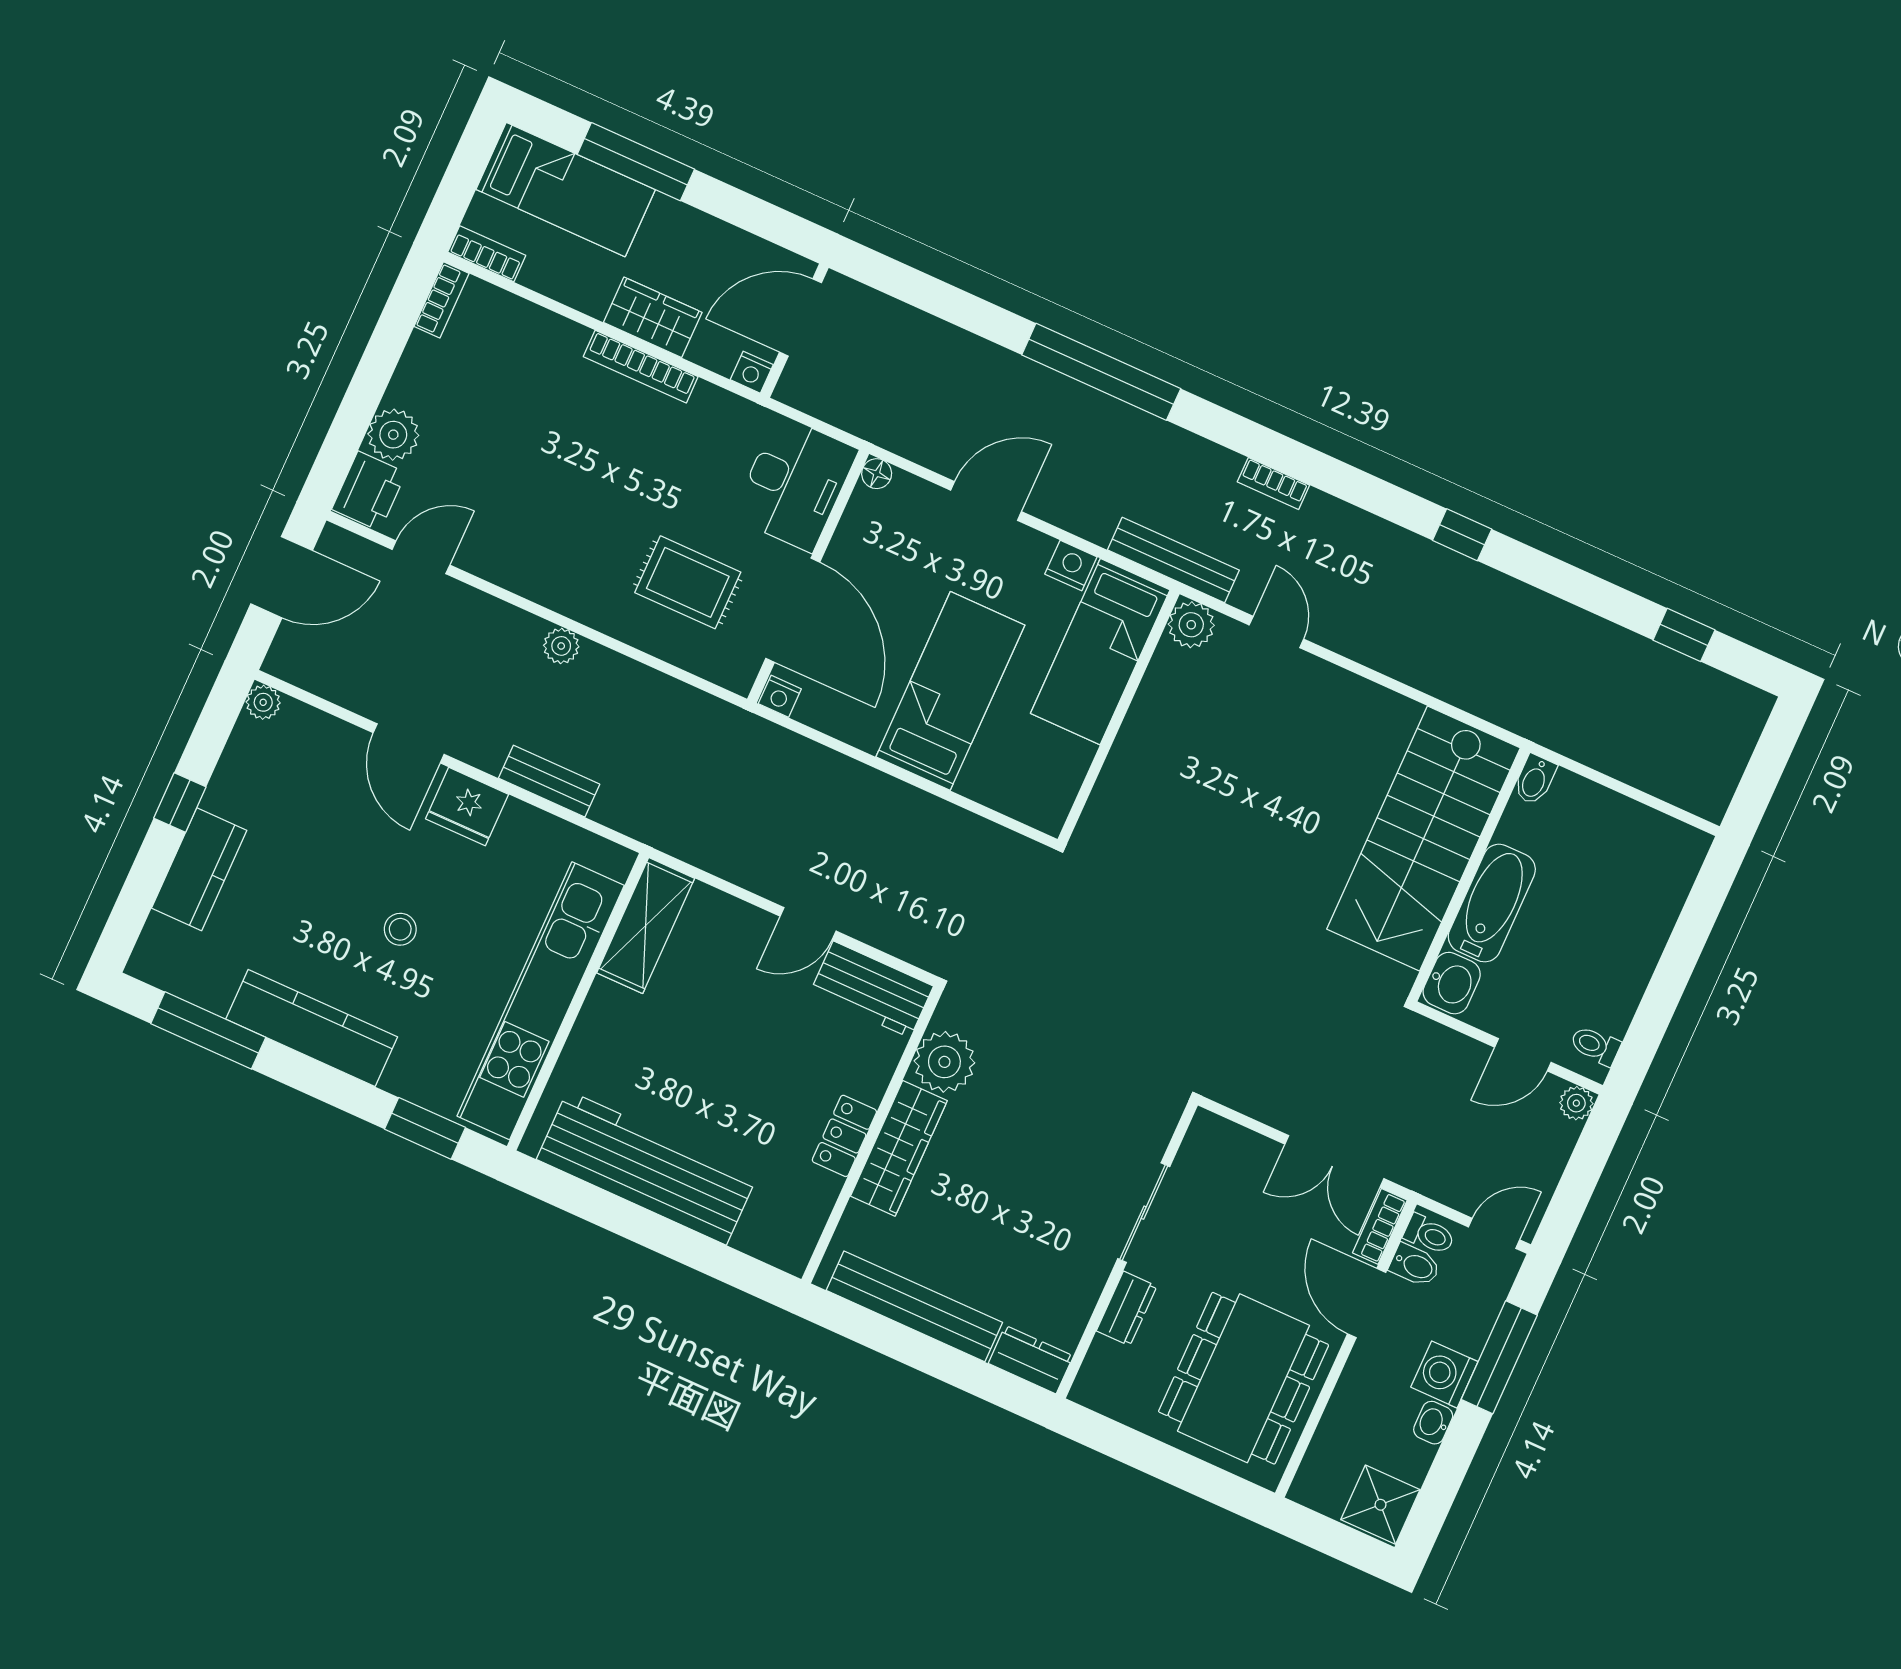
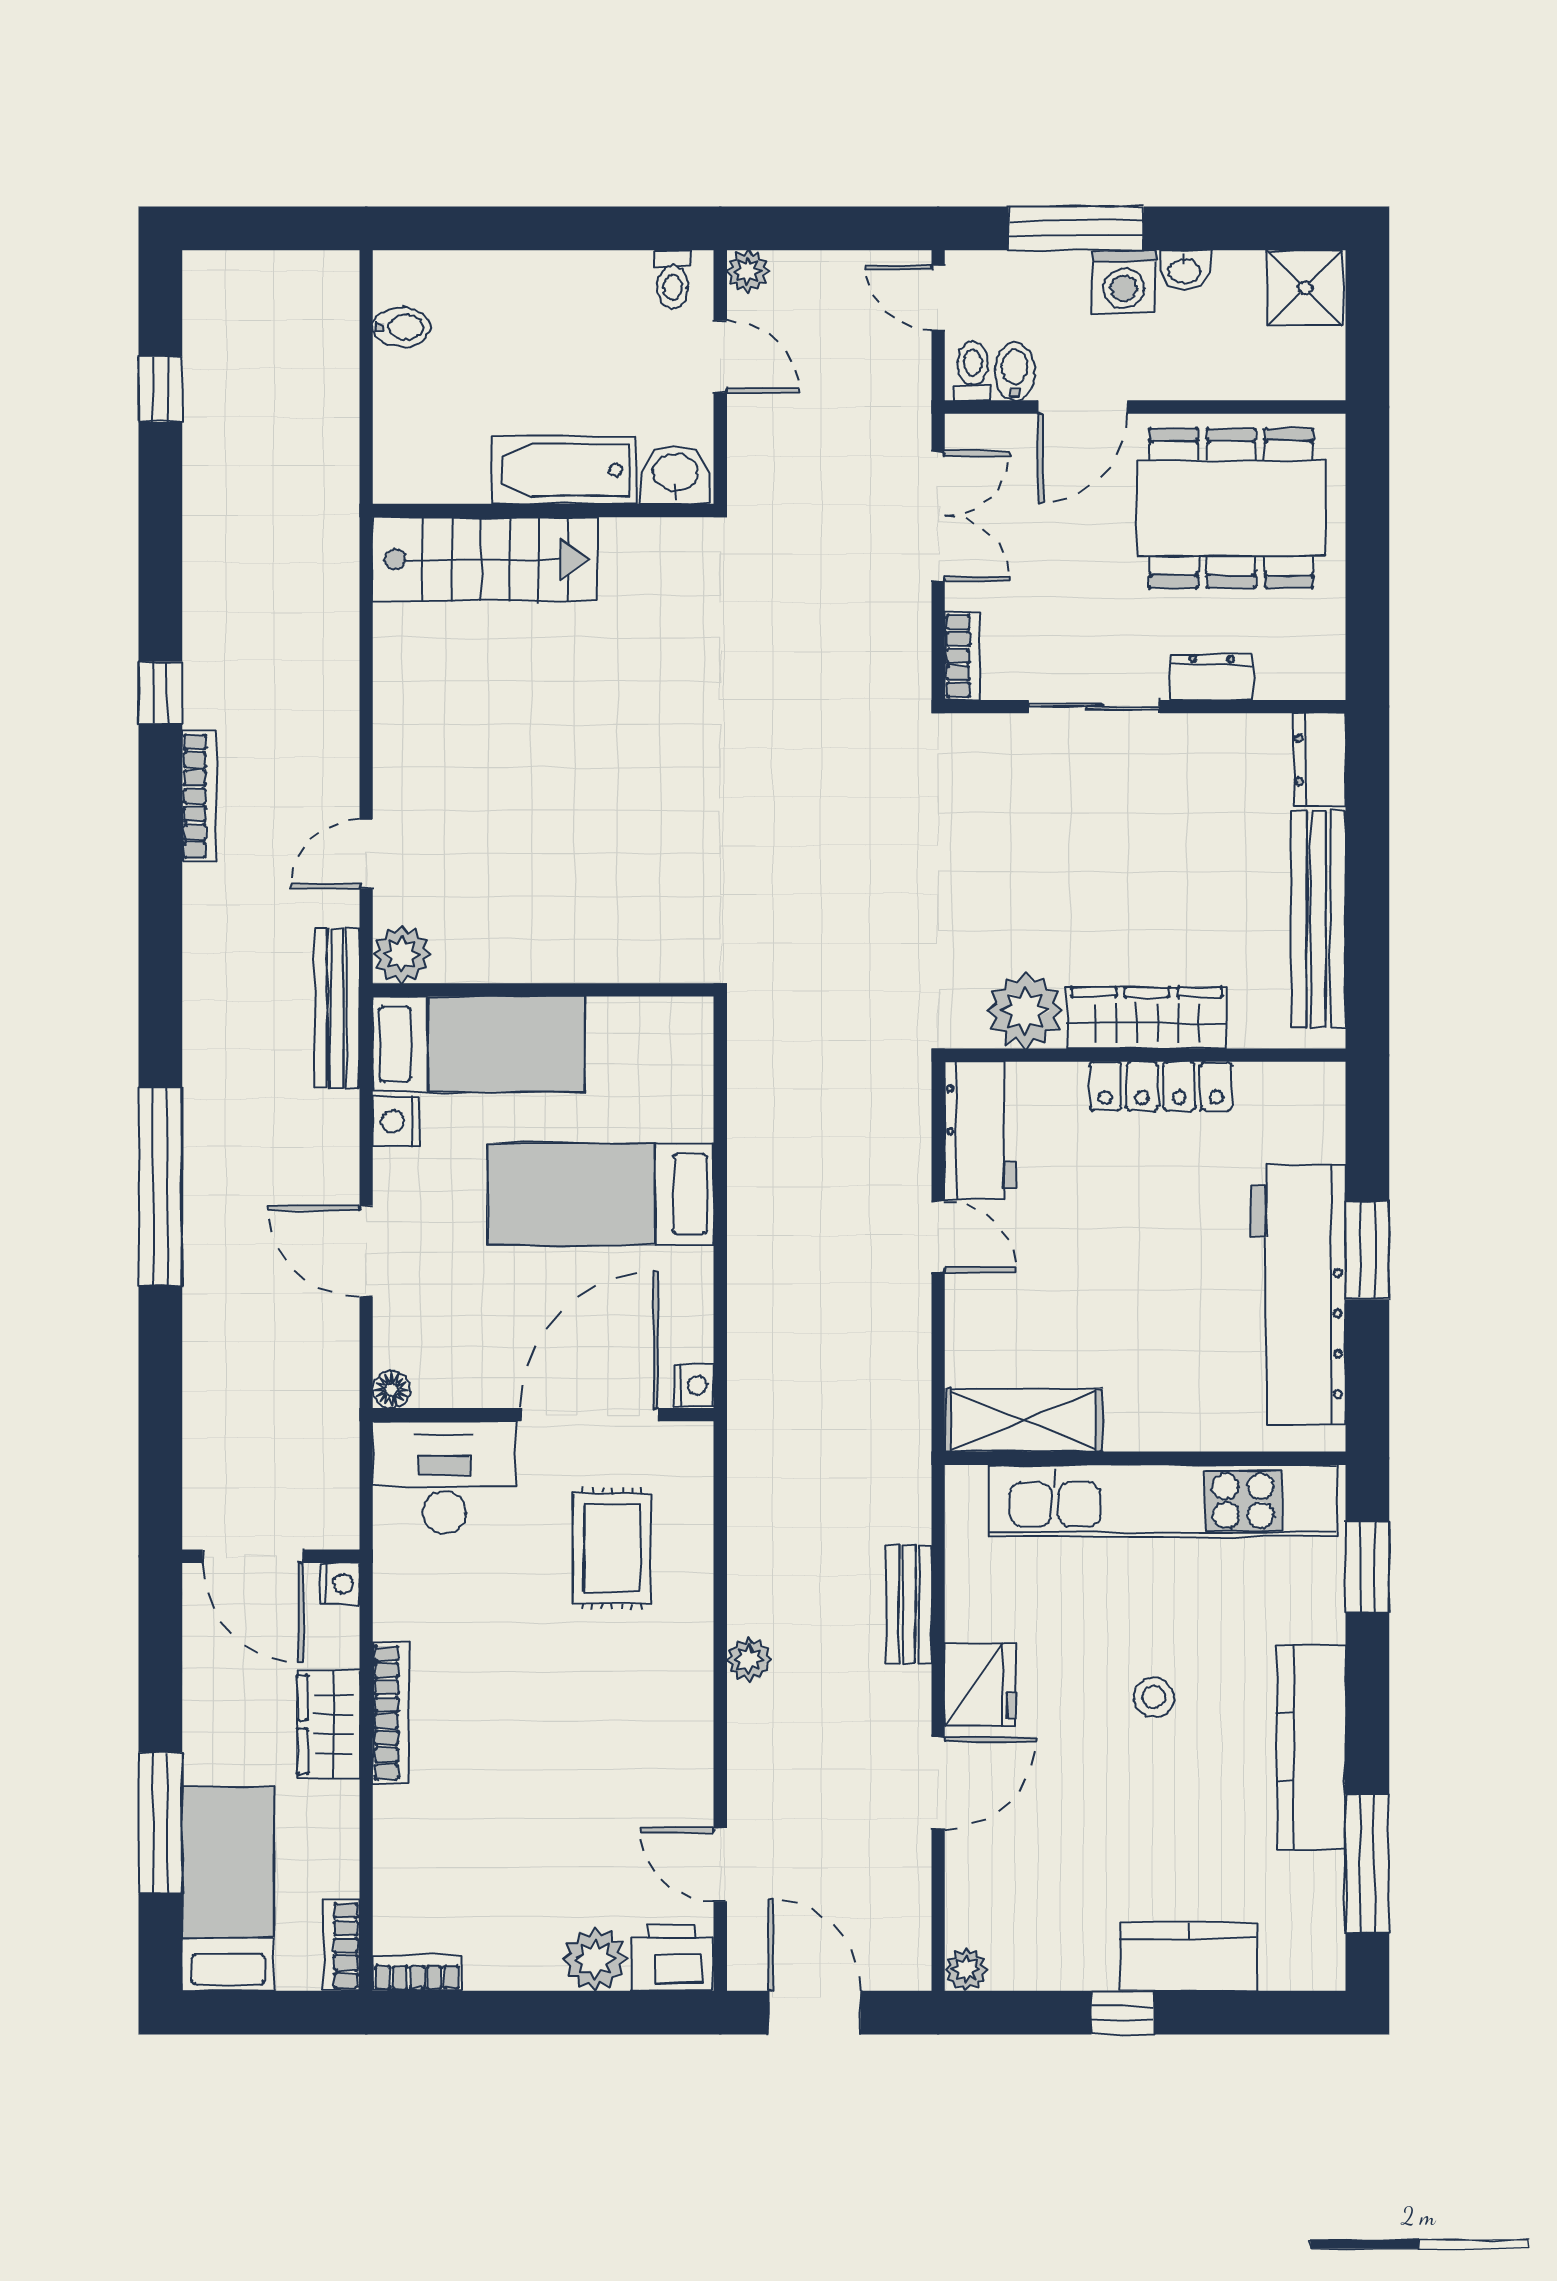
bookcase: (1273, 484) -> (199, 796), moved, width x1.56
bidet: (1535, 780) -> (401, 327), moved
stairs: (1423, 839) -> (485, 559), width x0.73, depth x0.66
locker: (844, 1136) -> (1161, 1086), width x1.53
bookcase: (1380, 1226) -> (962, 656), moved, turned -90
window: (656, 1233) -> (1367, 1250), added

